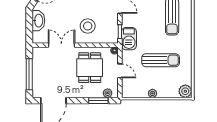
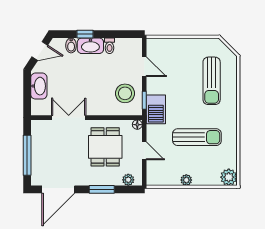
stool: (88, 26) -> (125, 93), moved
window: (98, 101) -> (102, 189), moved

